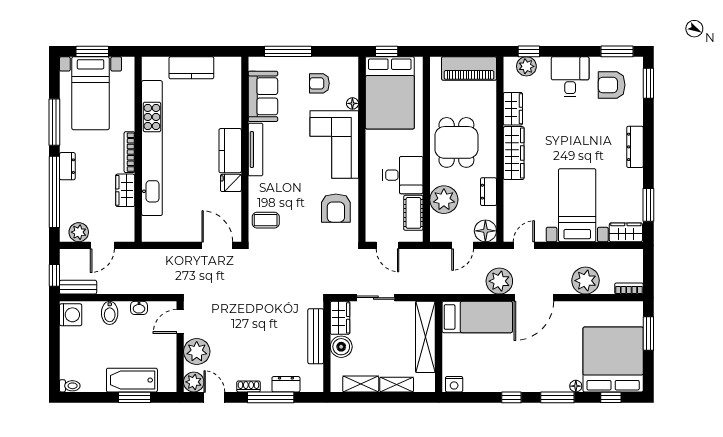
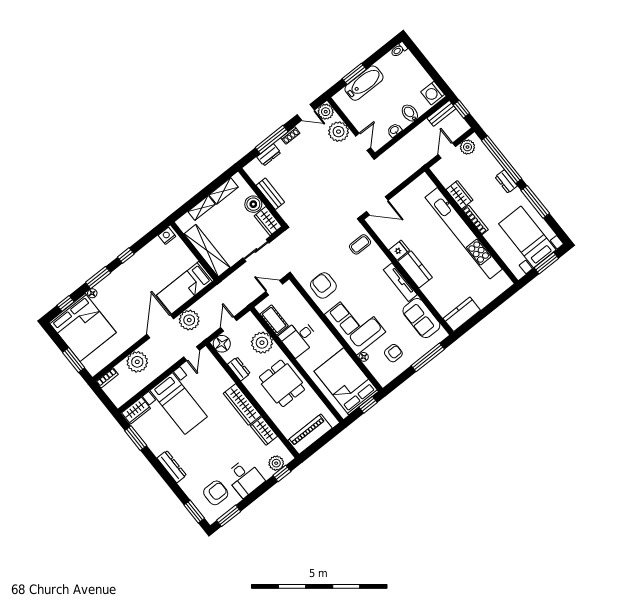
kitchen counter: (191, 68) -> (462, 314), moved
bench: (316, 336) -> (270, 194), width x0.73

